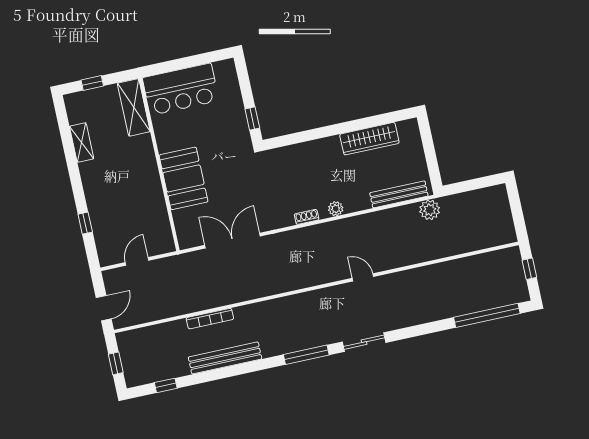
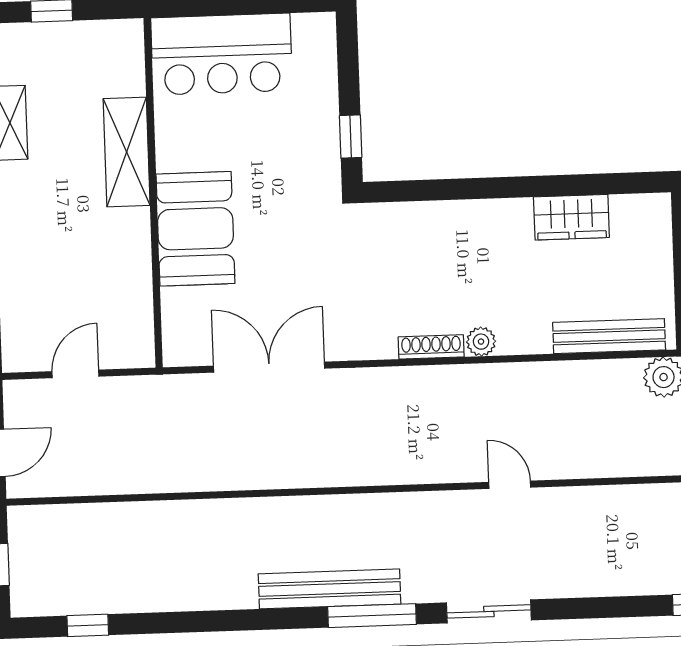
shelving: (134, 107) -> (127, 152), moved
wardrobe: (369, 139) -> (571, 217), width x0.67
shoe rack: (307, 217) -> (431, 347), width x1.43
bookcase: (210, 319) -> (197, 511), removed
bench: (225, 358) -> (330, 589), moved

